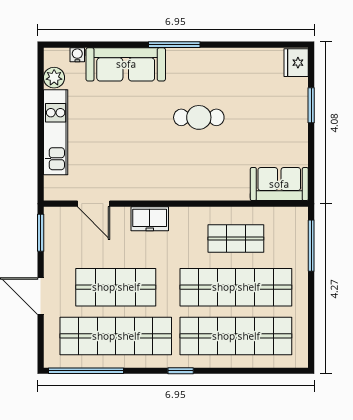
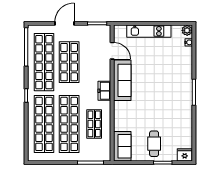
sofa: (126, 64) -> (122, 80), moved, turned 180
plant: (54, 78) -> (187, 30), moved
cafe table: (199, 117) -> (154, 144), moved
door: (94, 204) -> (112, 51), swing flipped
freezer: (150, 219) -> (104, 91), moved

